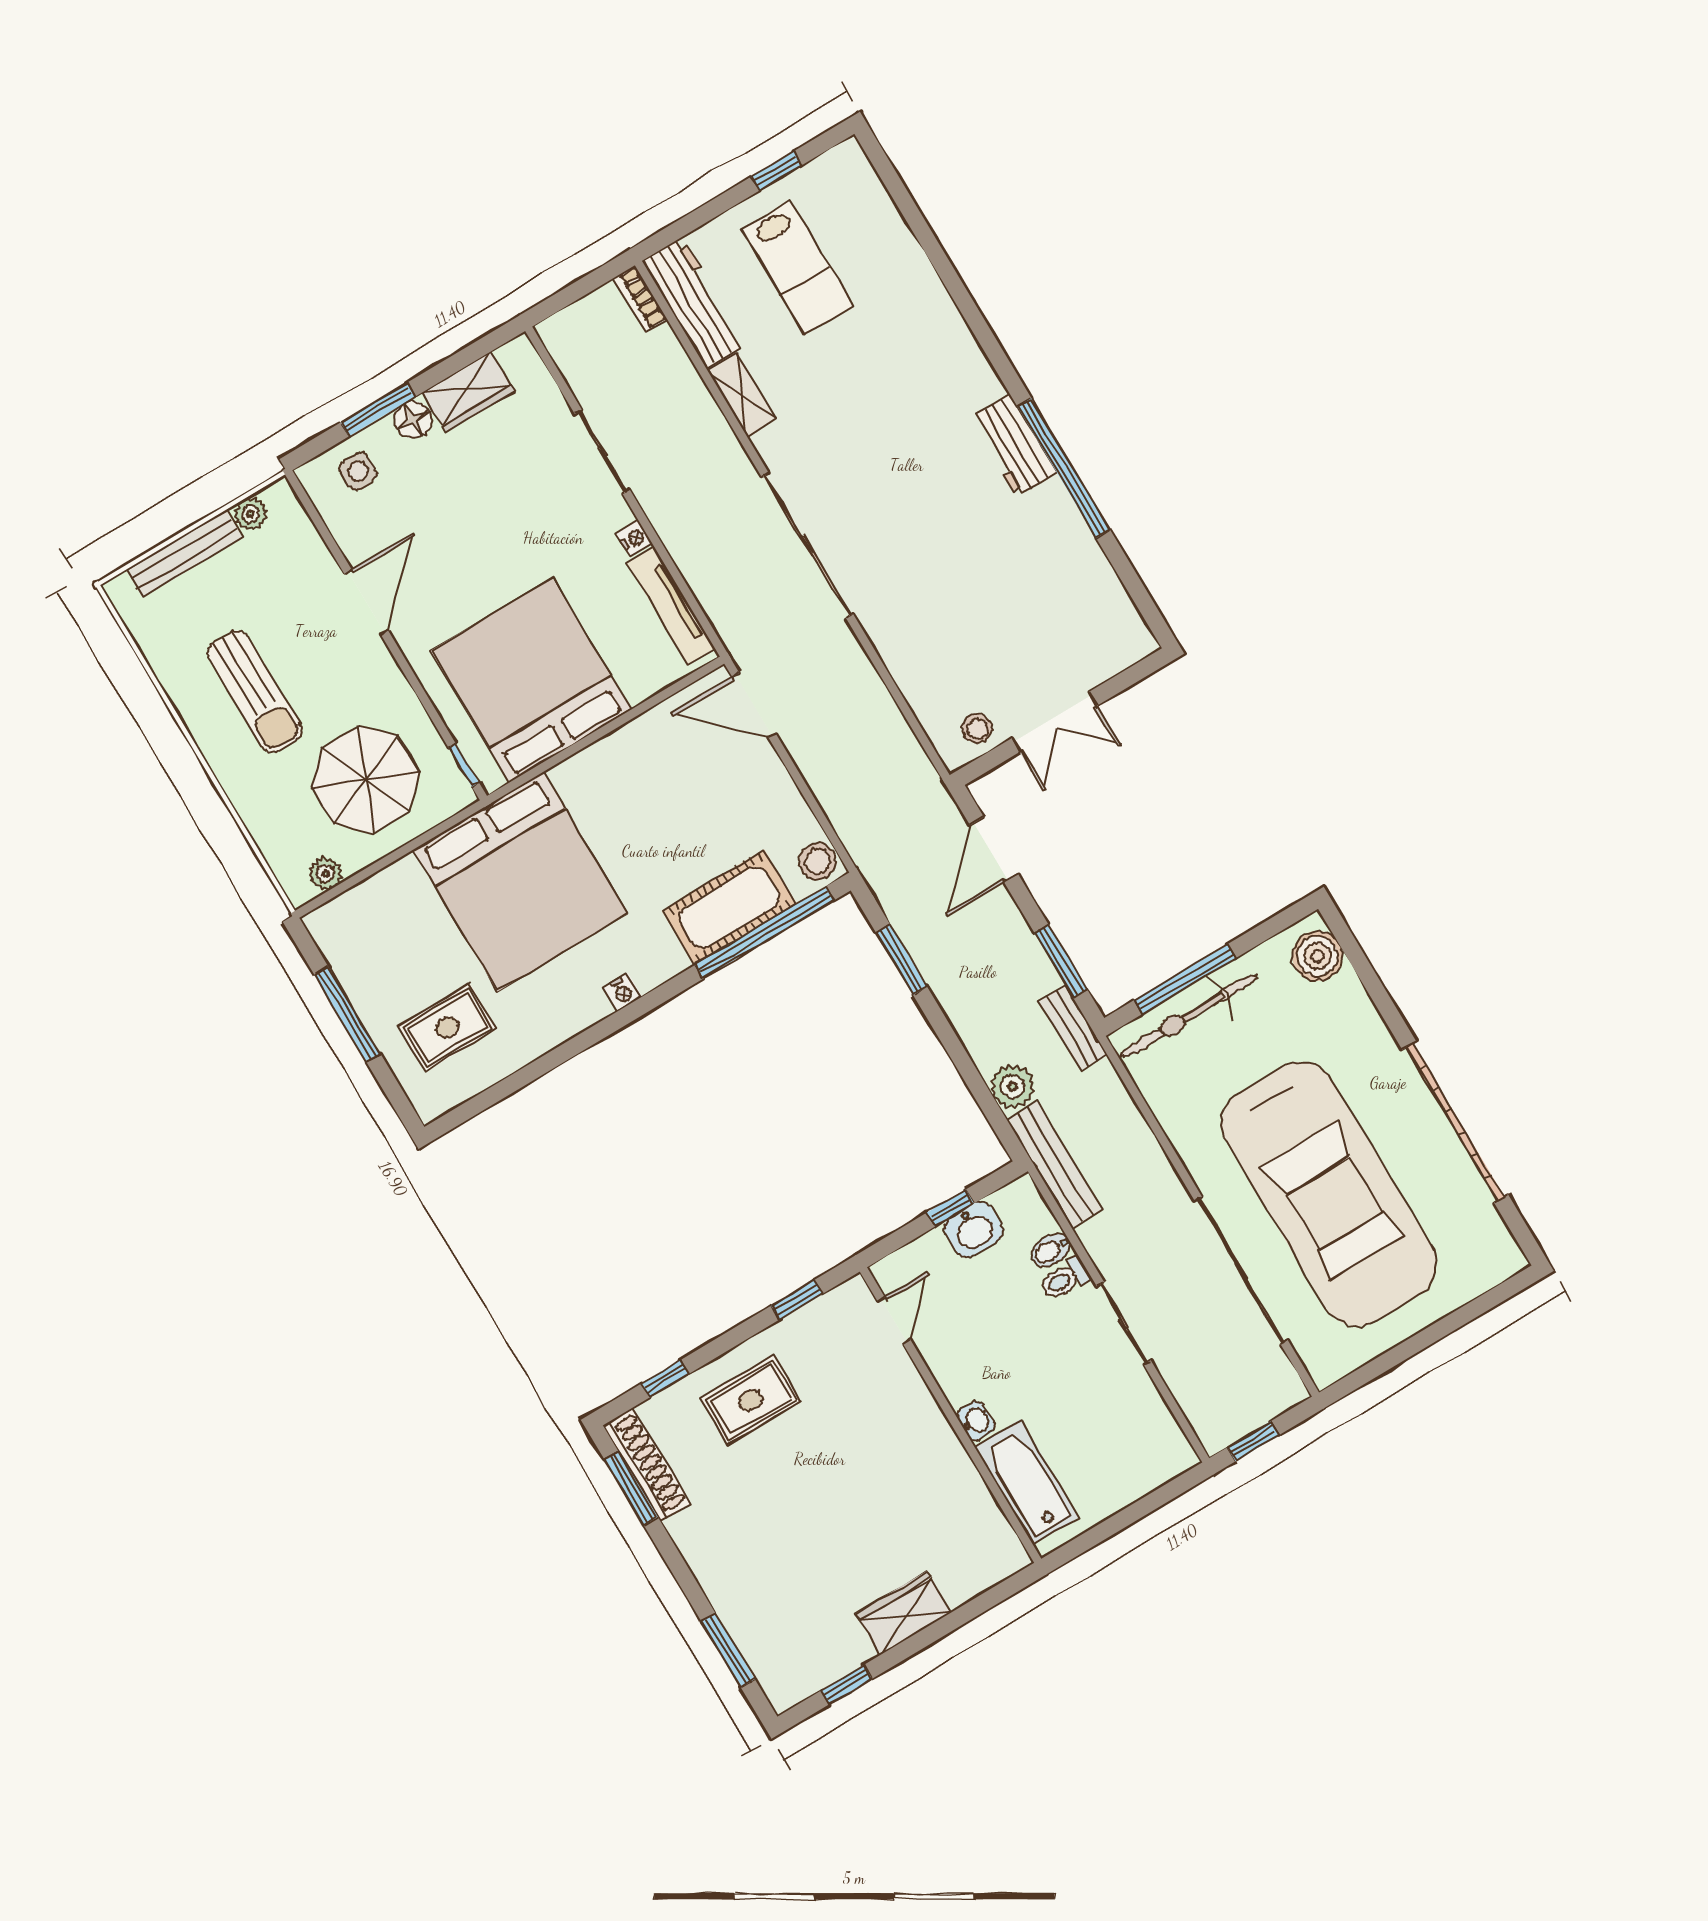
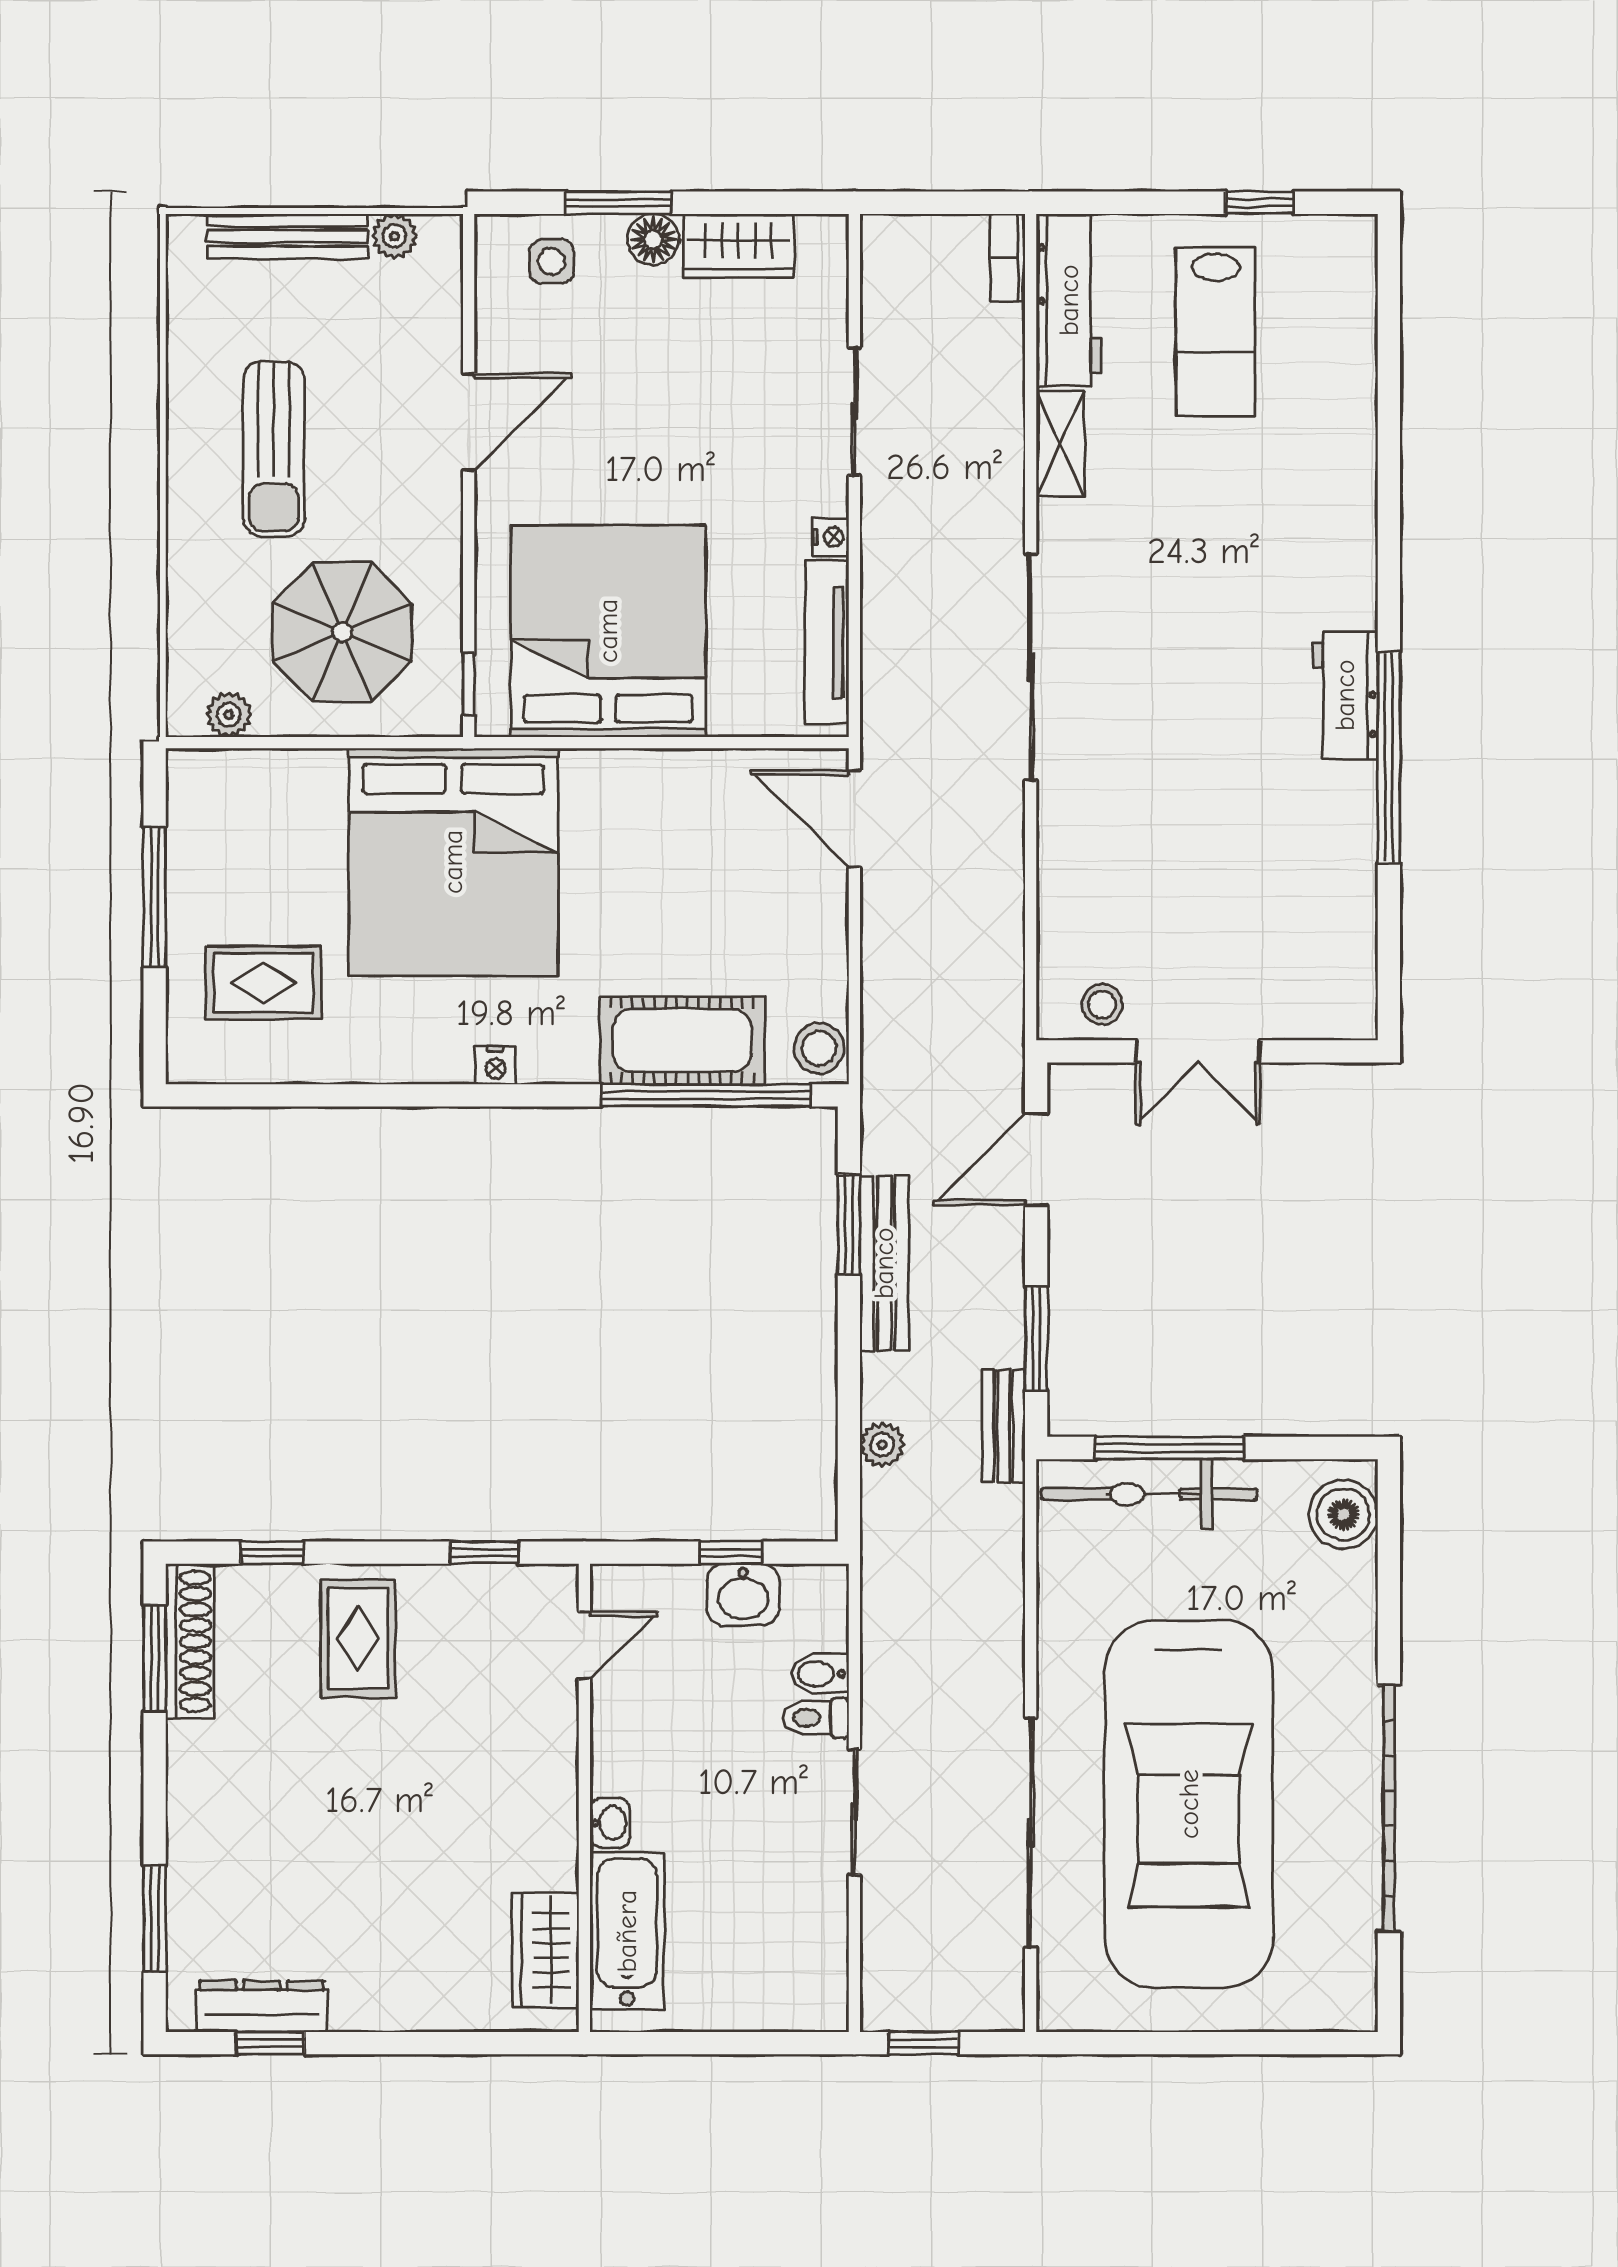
plant: (1013, 1086) -> (882, 1445), width x0.73, depth x0.73
bench: (1054, 1165) -> (884, 1263), moved
rug: (750, 1400) -> (358, 1639), turned 90
wardrobe: (904, 1613) -> (546, 1950), moved, turned -90
dresser: (827, 1665) -> (262, 2006), added

